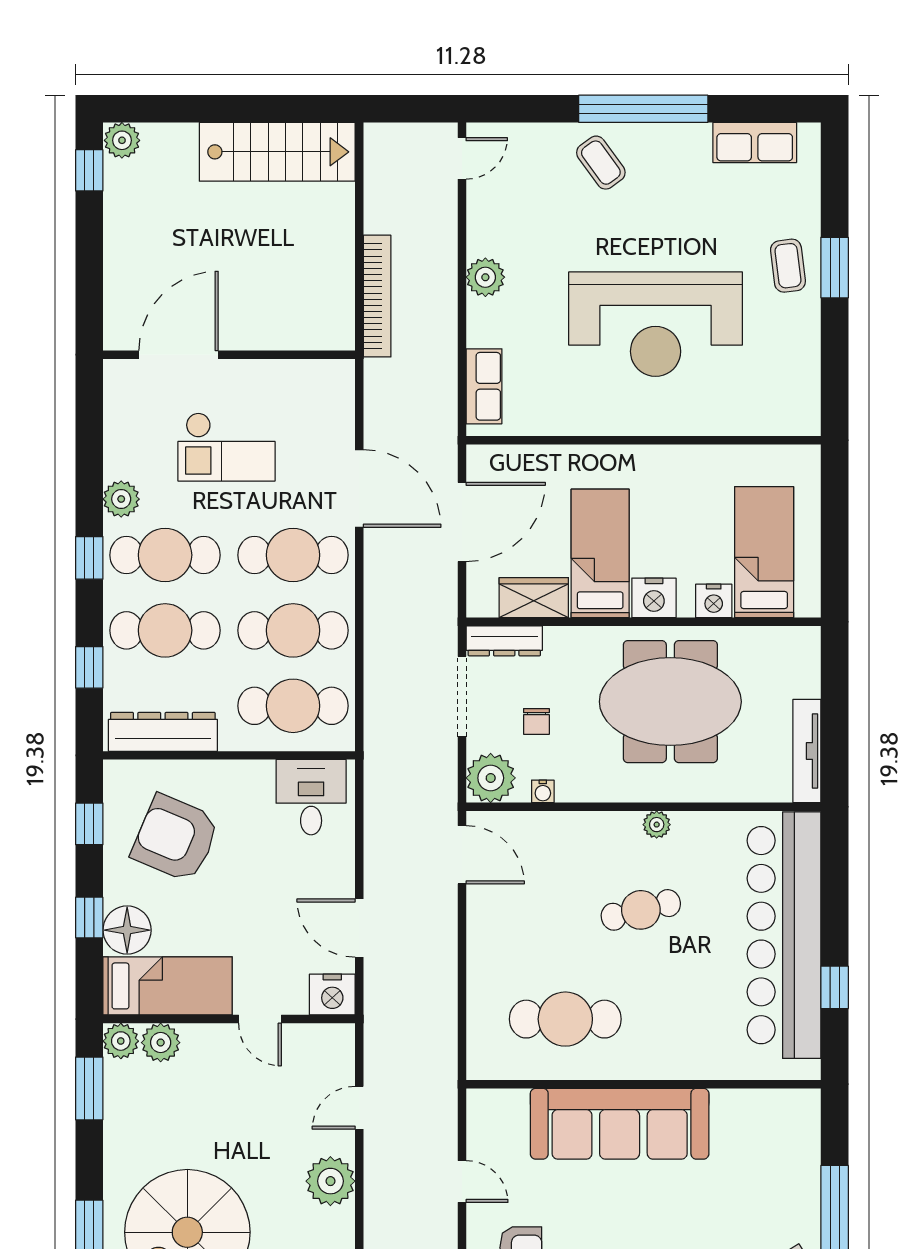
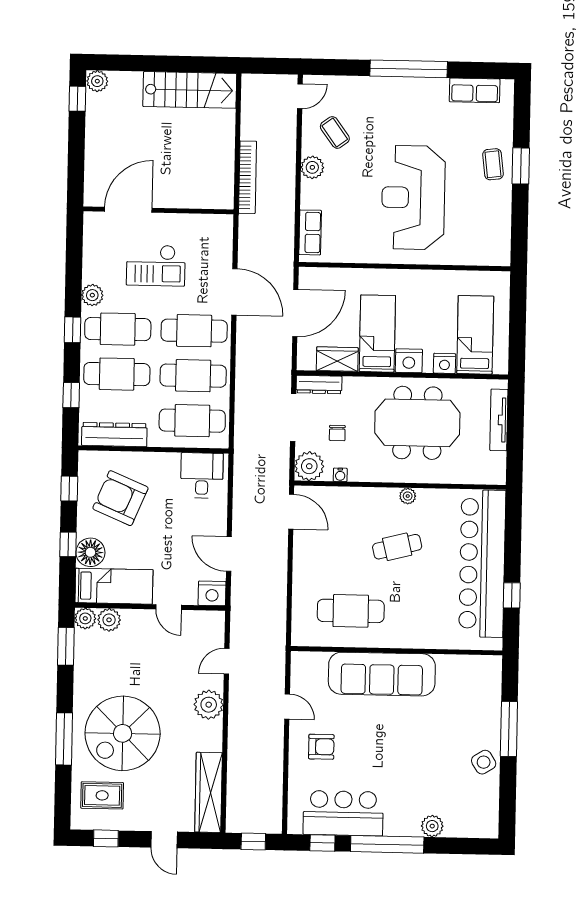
coffee table: (601, 163) -> (335, 132), moved
reception desk: (656, 324) -> (413, 198), turned 90
tv unit: (807, 751) -> (499, 420), moved

